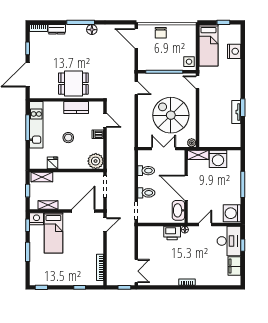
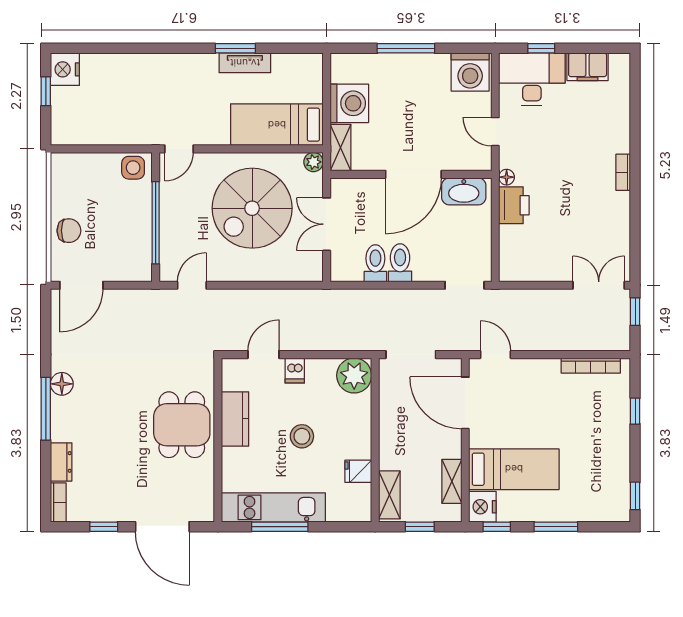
bed: (208, 45) -> (277, 125), moved, turned 180
nightstand: (234, 51) -> (65, 69), moved, turned -90
toilet: (146, 193) -> (400, 263), moved

